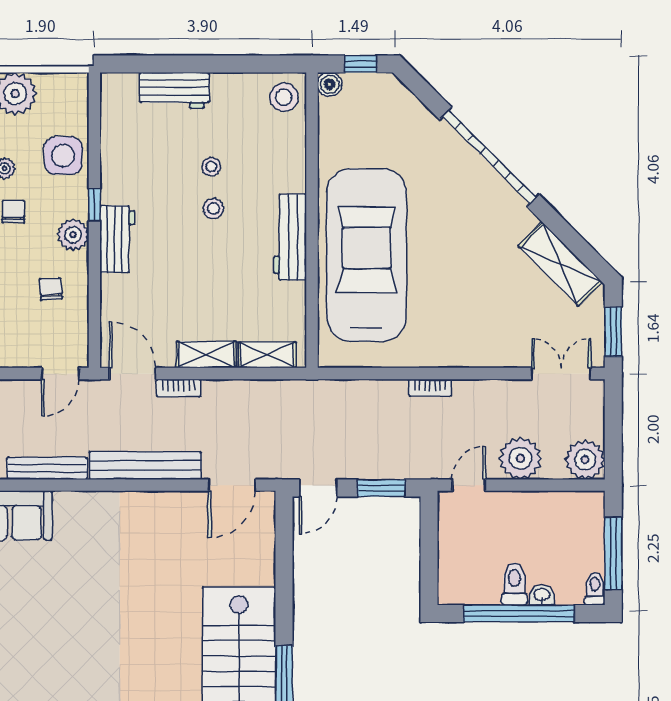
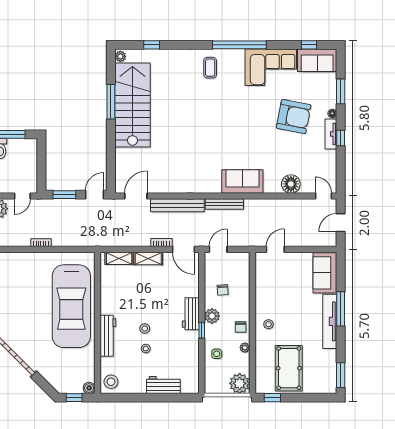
side table: (63, 156) -> (217, 354), width x0.54, depth x0.54
workbench: (290, 237) -> (108, 336), moved

